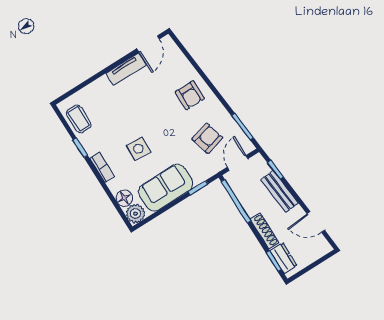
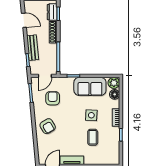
armchair: (190, 95) -> (48, 126), turned 149
coffee table: (79, 119) -> (93, 137), moved
armchair: (207, 138) -> (53, 98), turned 105

